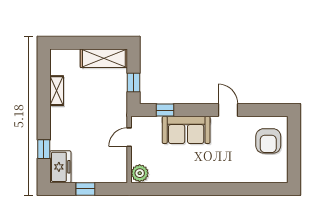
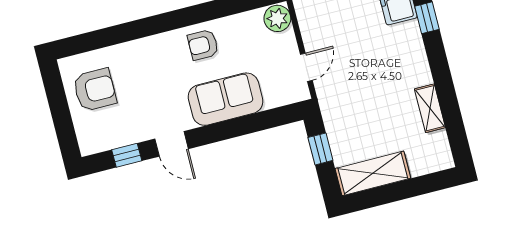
window: (165, 110) -> (127, 155), moved
armchair: (268, 141) -> (95, 90), moved, turned 90
armchair: (192, 168) -> (203, 45), added

